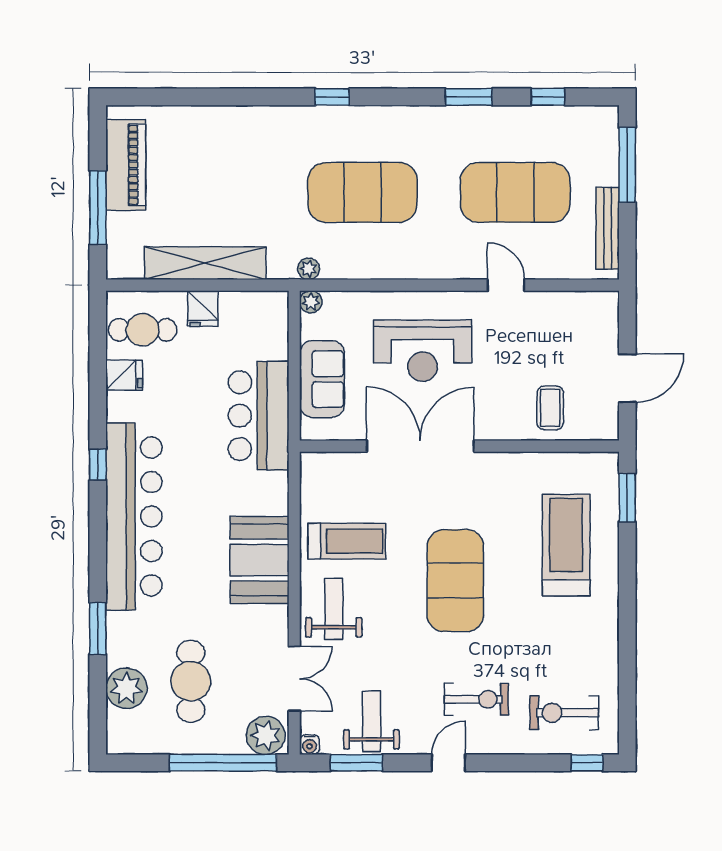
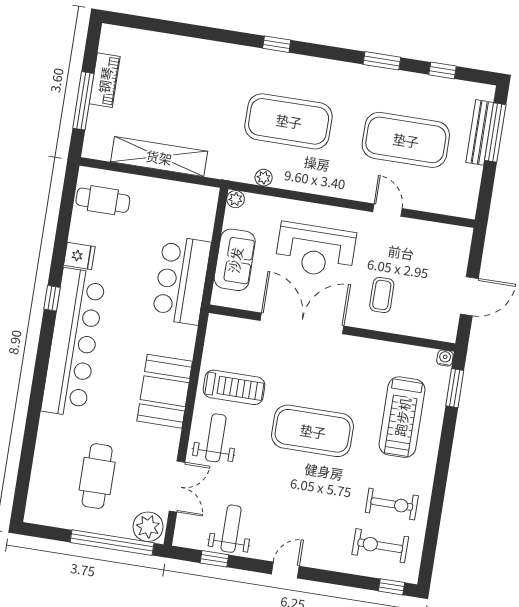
piano: (126, 165) -> (105, 80), width x0.73, depth x0.75
bench: (608, 228) -> (480, 132), moved
plant: (308, 269) -> (264, 178), moved
fridge: (203, 309) -> (152, 191), removed
fridge: (124, 375) -> (79, 256), moved
coffee table: (550, 408) -> (382, 295), moved
treadmill: (566, 545) -> (402, 417), turned 180
exercise mat: (455, 580) -> (313, 431), turned 90
window: (98, 629) -> (32, 424), removed
plant: (126, 688) -> (47, 474), removed
exercise bike: (476, 699) -> (392, 504), moved
water cooler: (310, 745) -> (445, 358), moved, turned 180
window: (356, 763) -> (214, 559), width x0.67

